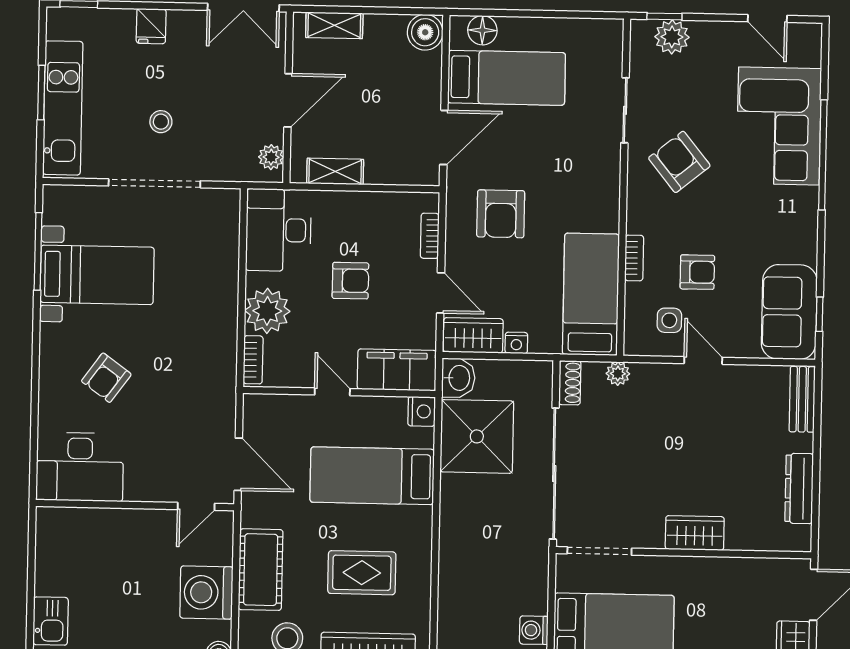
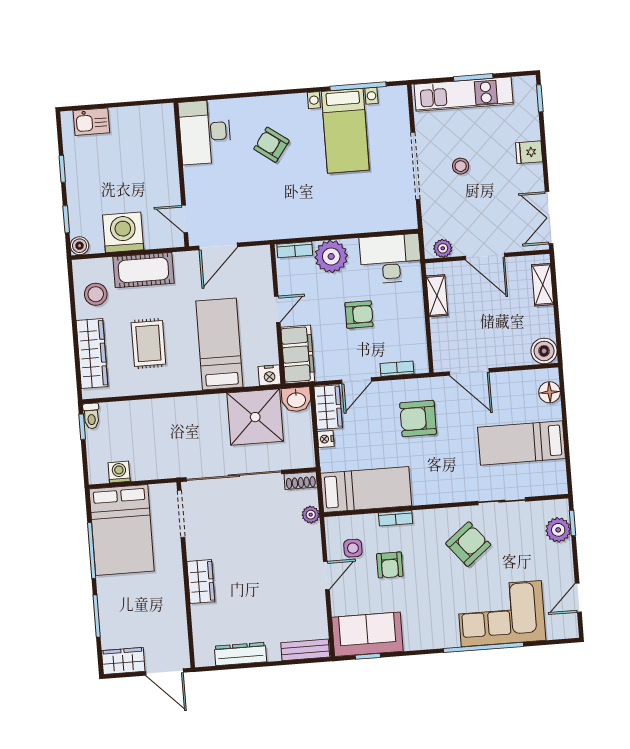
bed: (507, 78) -> (522, 443), moved, turned 90
armchair: (350, 281) -> (359, 315), turned -90

